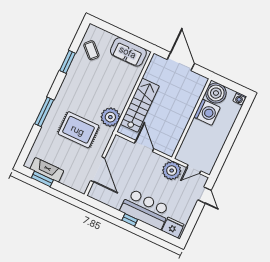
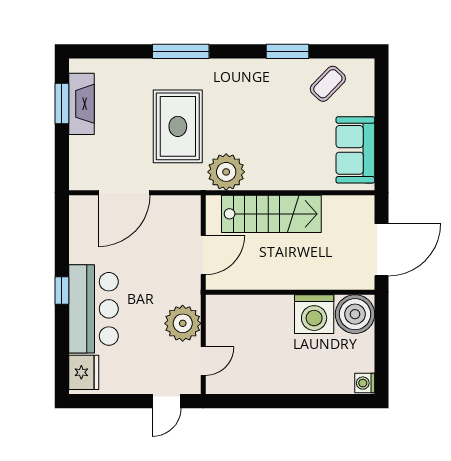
boiler: (216, 93) -> (355, 314), moved
washing machine: (207, 112) -> (314, 314), moved
wall: (191, 119) -> (290, 292), moved
door: (194, 169) -> (203, 361), swing flipped

